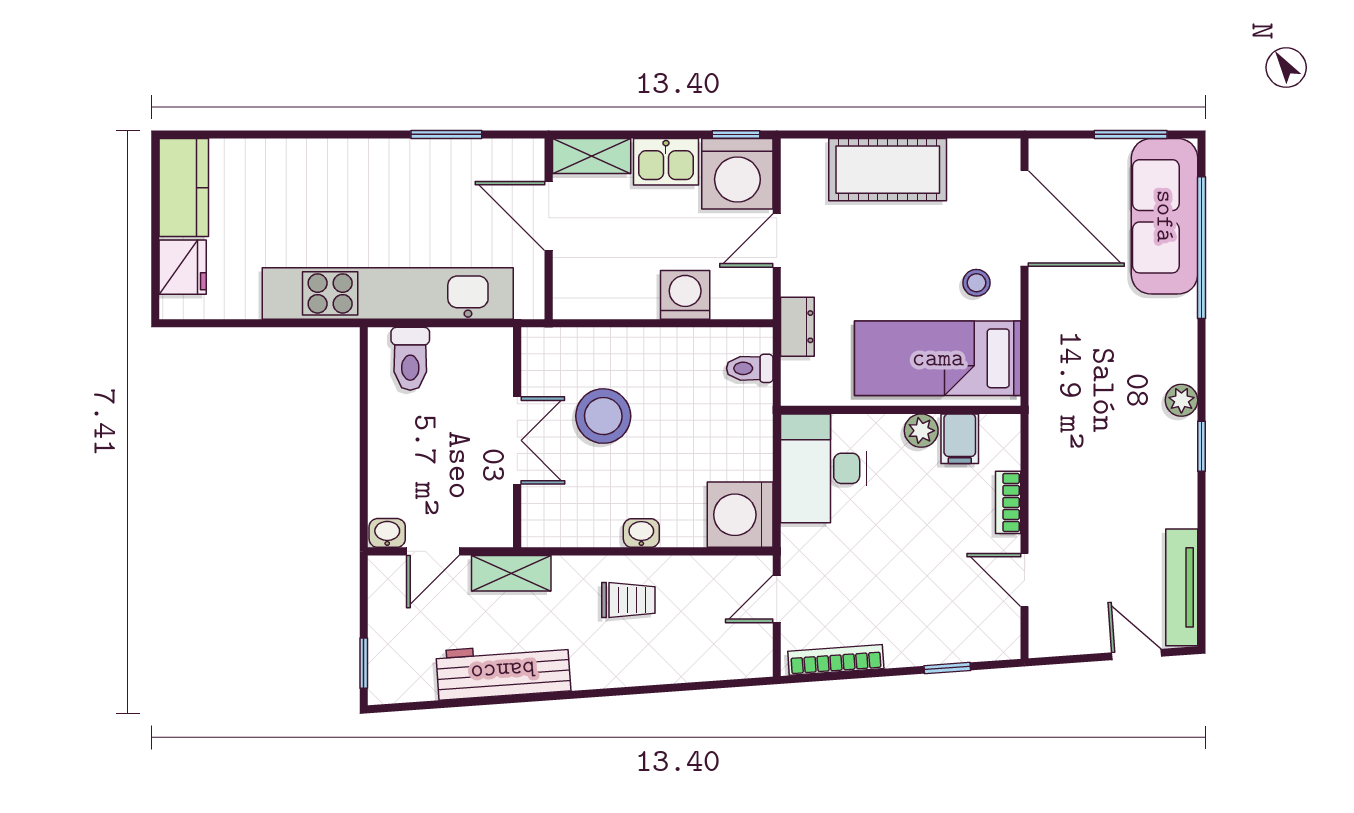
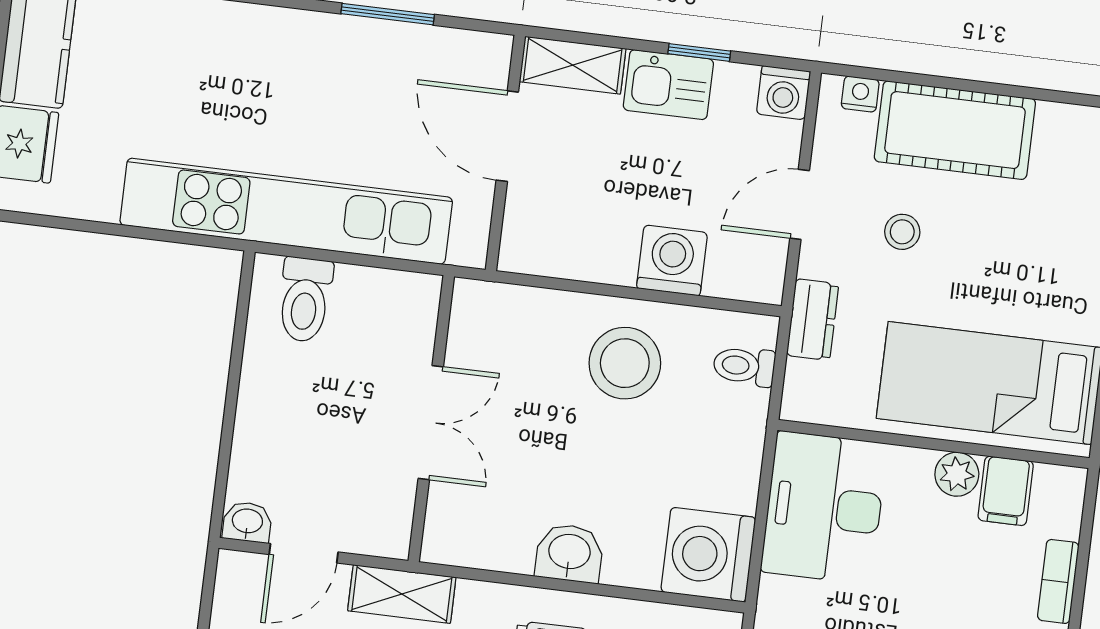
window: (736, 134) -> (699, 52), moved
nightstand: (812, 151) -> (860, 94), added
washing machine: (737, 174) -> (783, 93), width x0.53, depth x0.53
stool: (976, 283) -> (902, 232), moved
stool: (603, 416) -> (625, 363), moved
washbasin: (641, 533) -> (569, 553), width x1.38, depth x1.45

